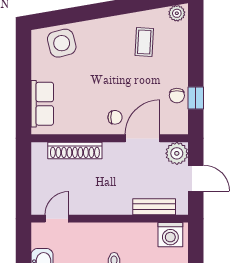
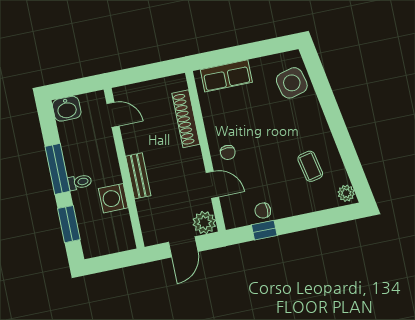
coffee table: (144, 42) -> (310, 166), turned 75
door: (143, 138) -> (212, 185), width x0.73
bench: (154, 207) -> (138, 176), moved
washing machine: (170, 235) -> (113, 198), moved

